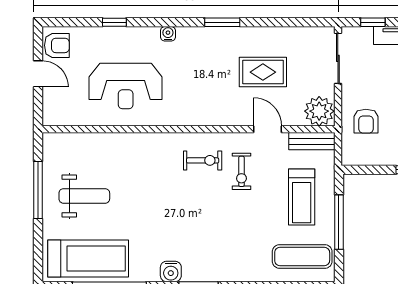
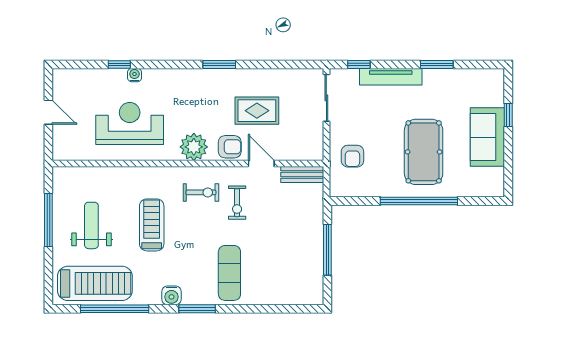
water cooler: (168, 34) -> (134, 75), moved
armchair: (57, 45) -> (230, 147), moved
reception desk: (126, 86) -> (130, 124), turned 180
plant: (319, 111) -> (194, 147), moved
weight bench: (84, 196) -> (91, 225), turned -90
treadmill: (302, 197) -> (152, 225), moved, turned 180
exercise mat: (302, 256) -> (229, 273), moved, turned 90

